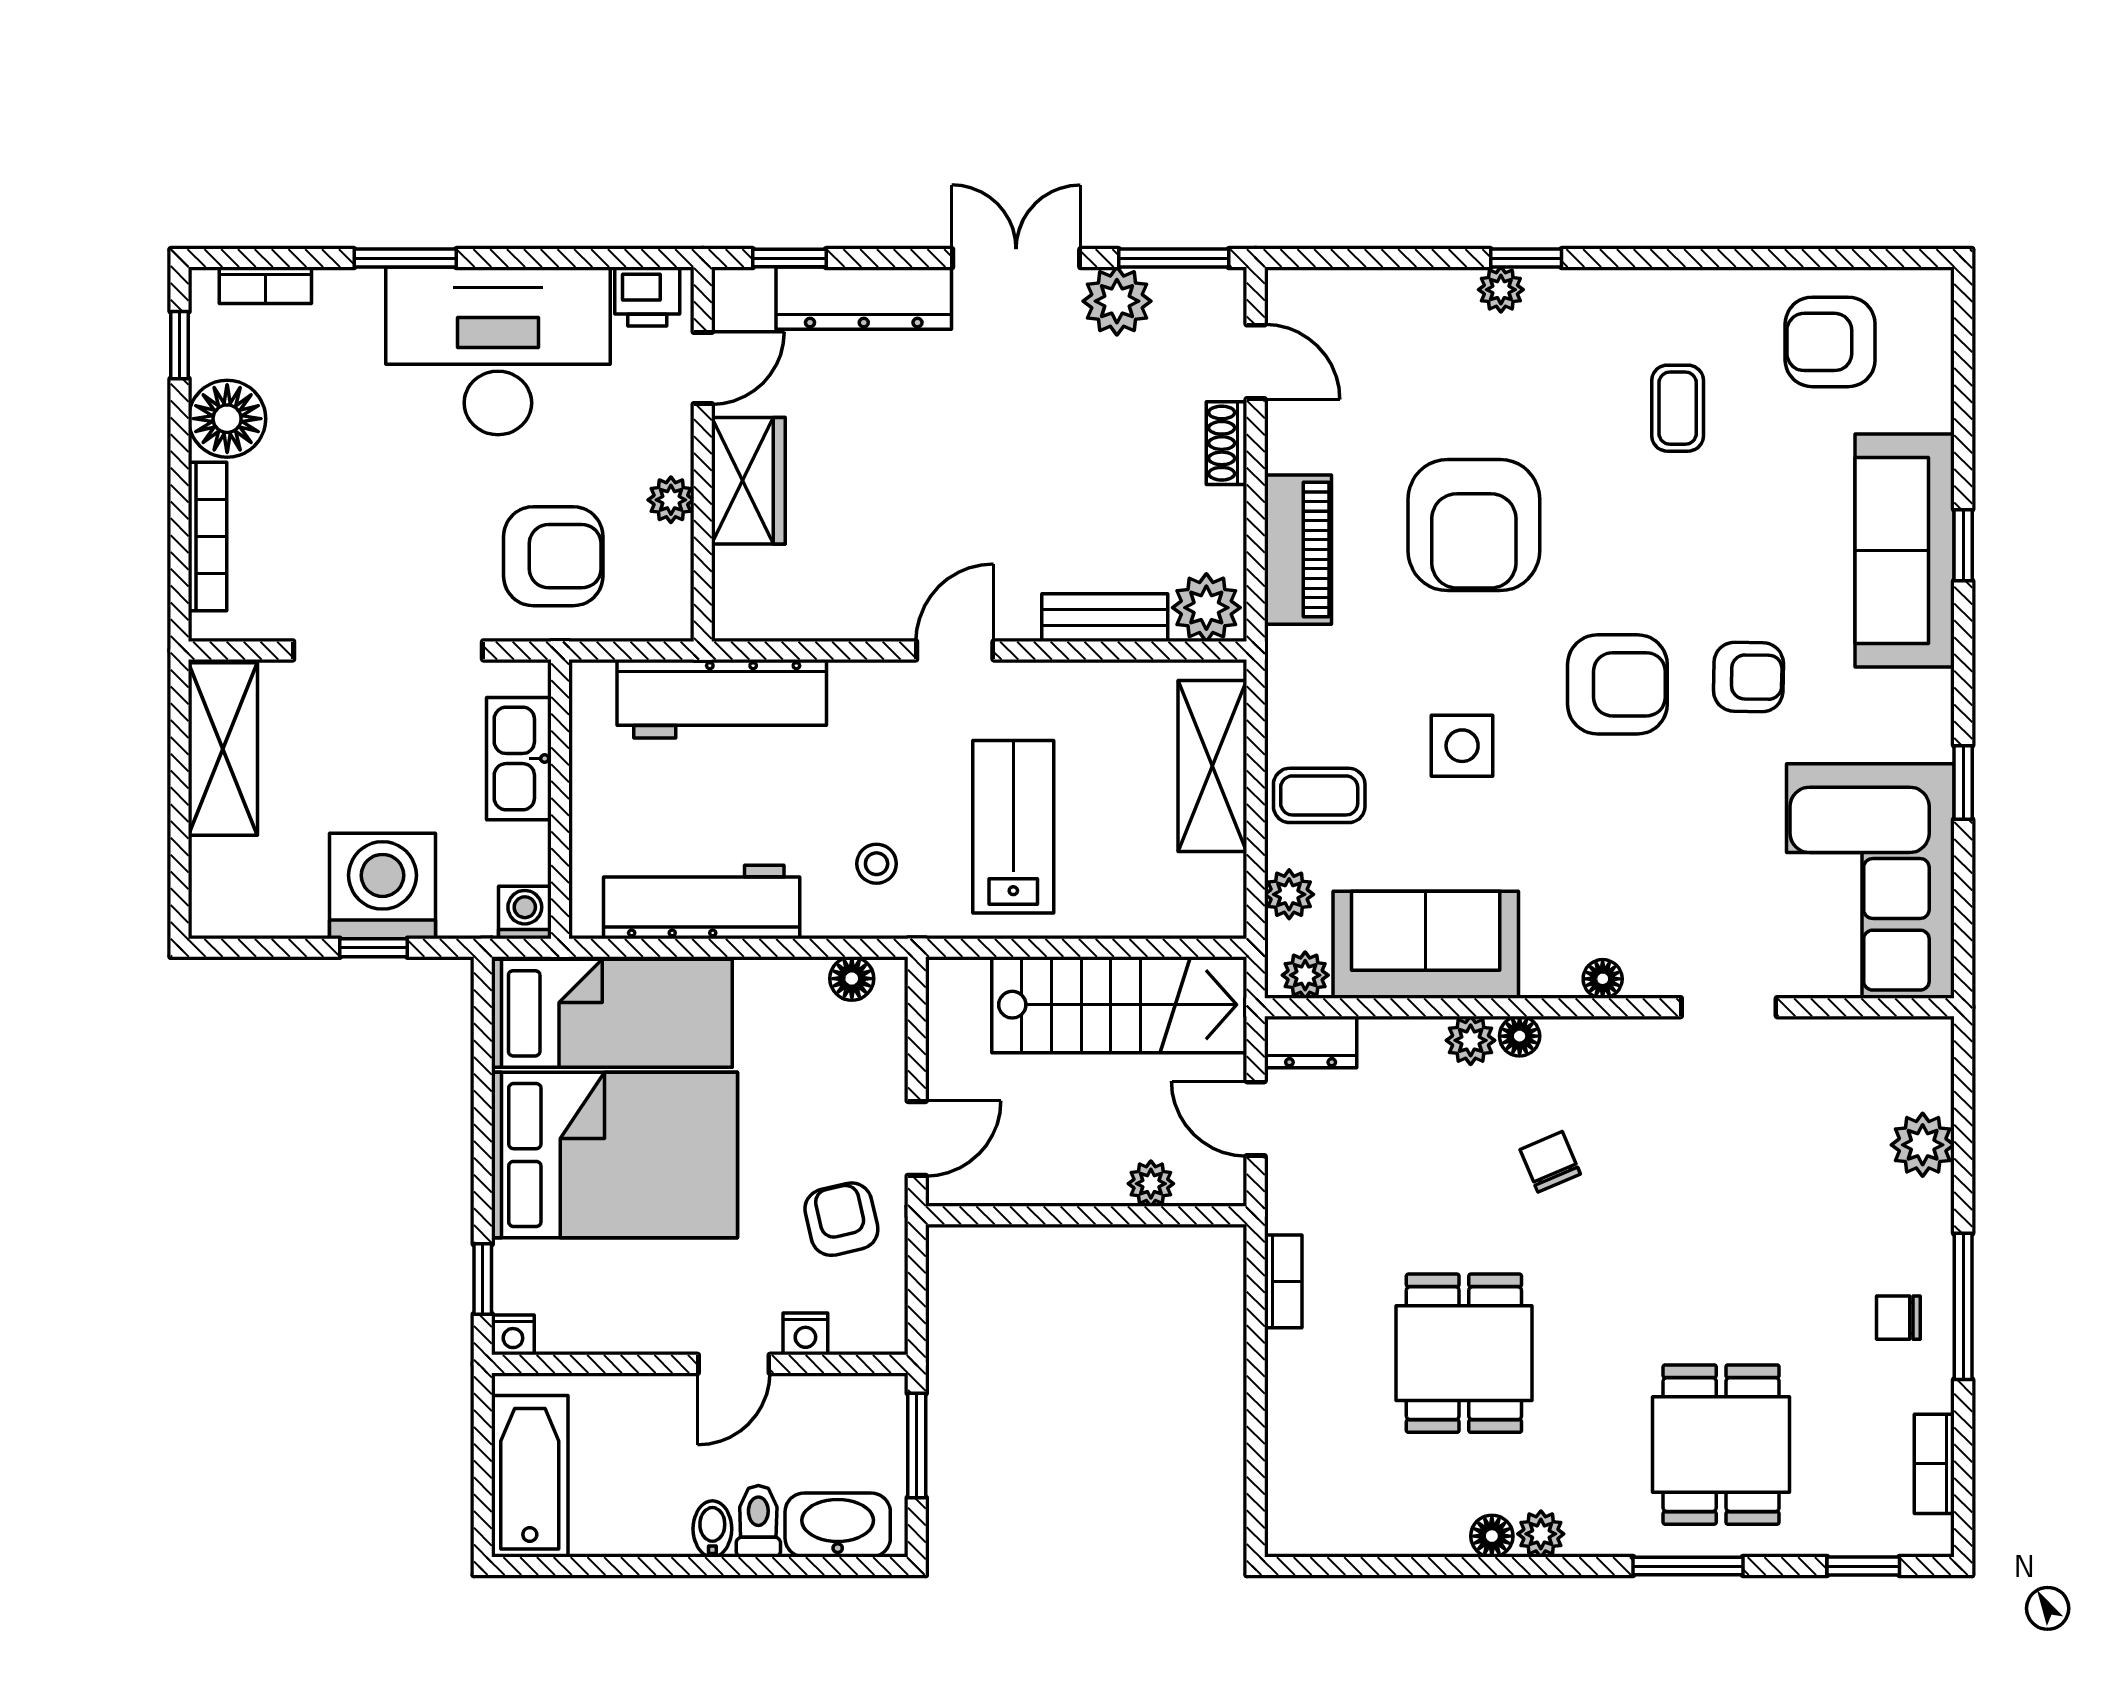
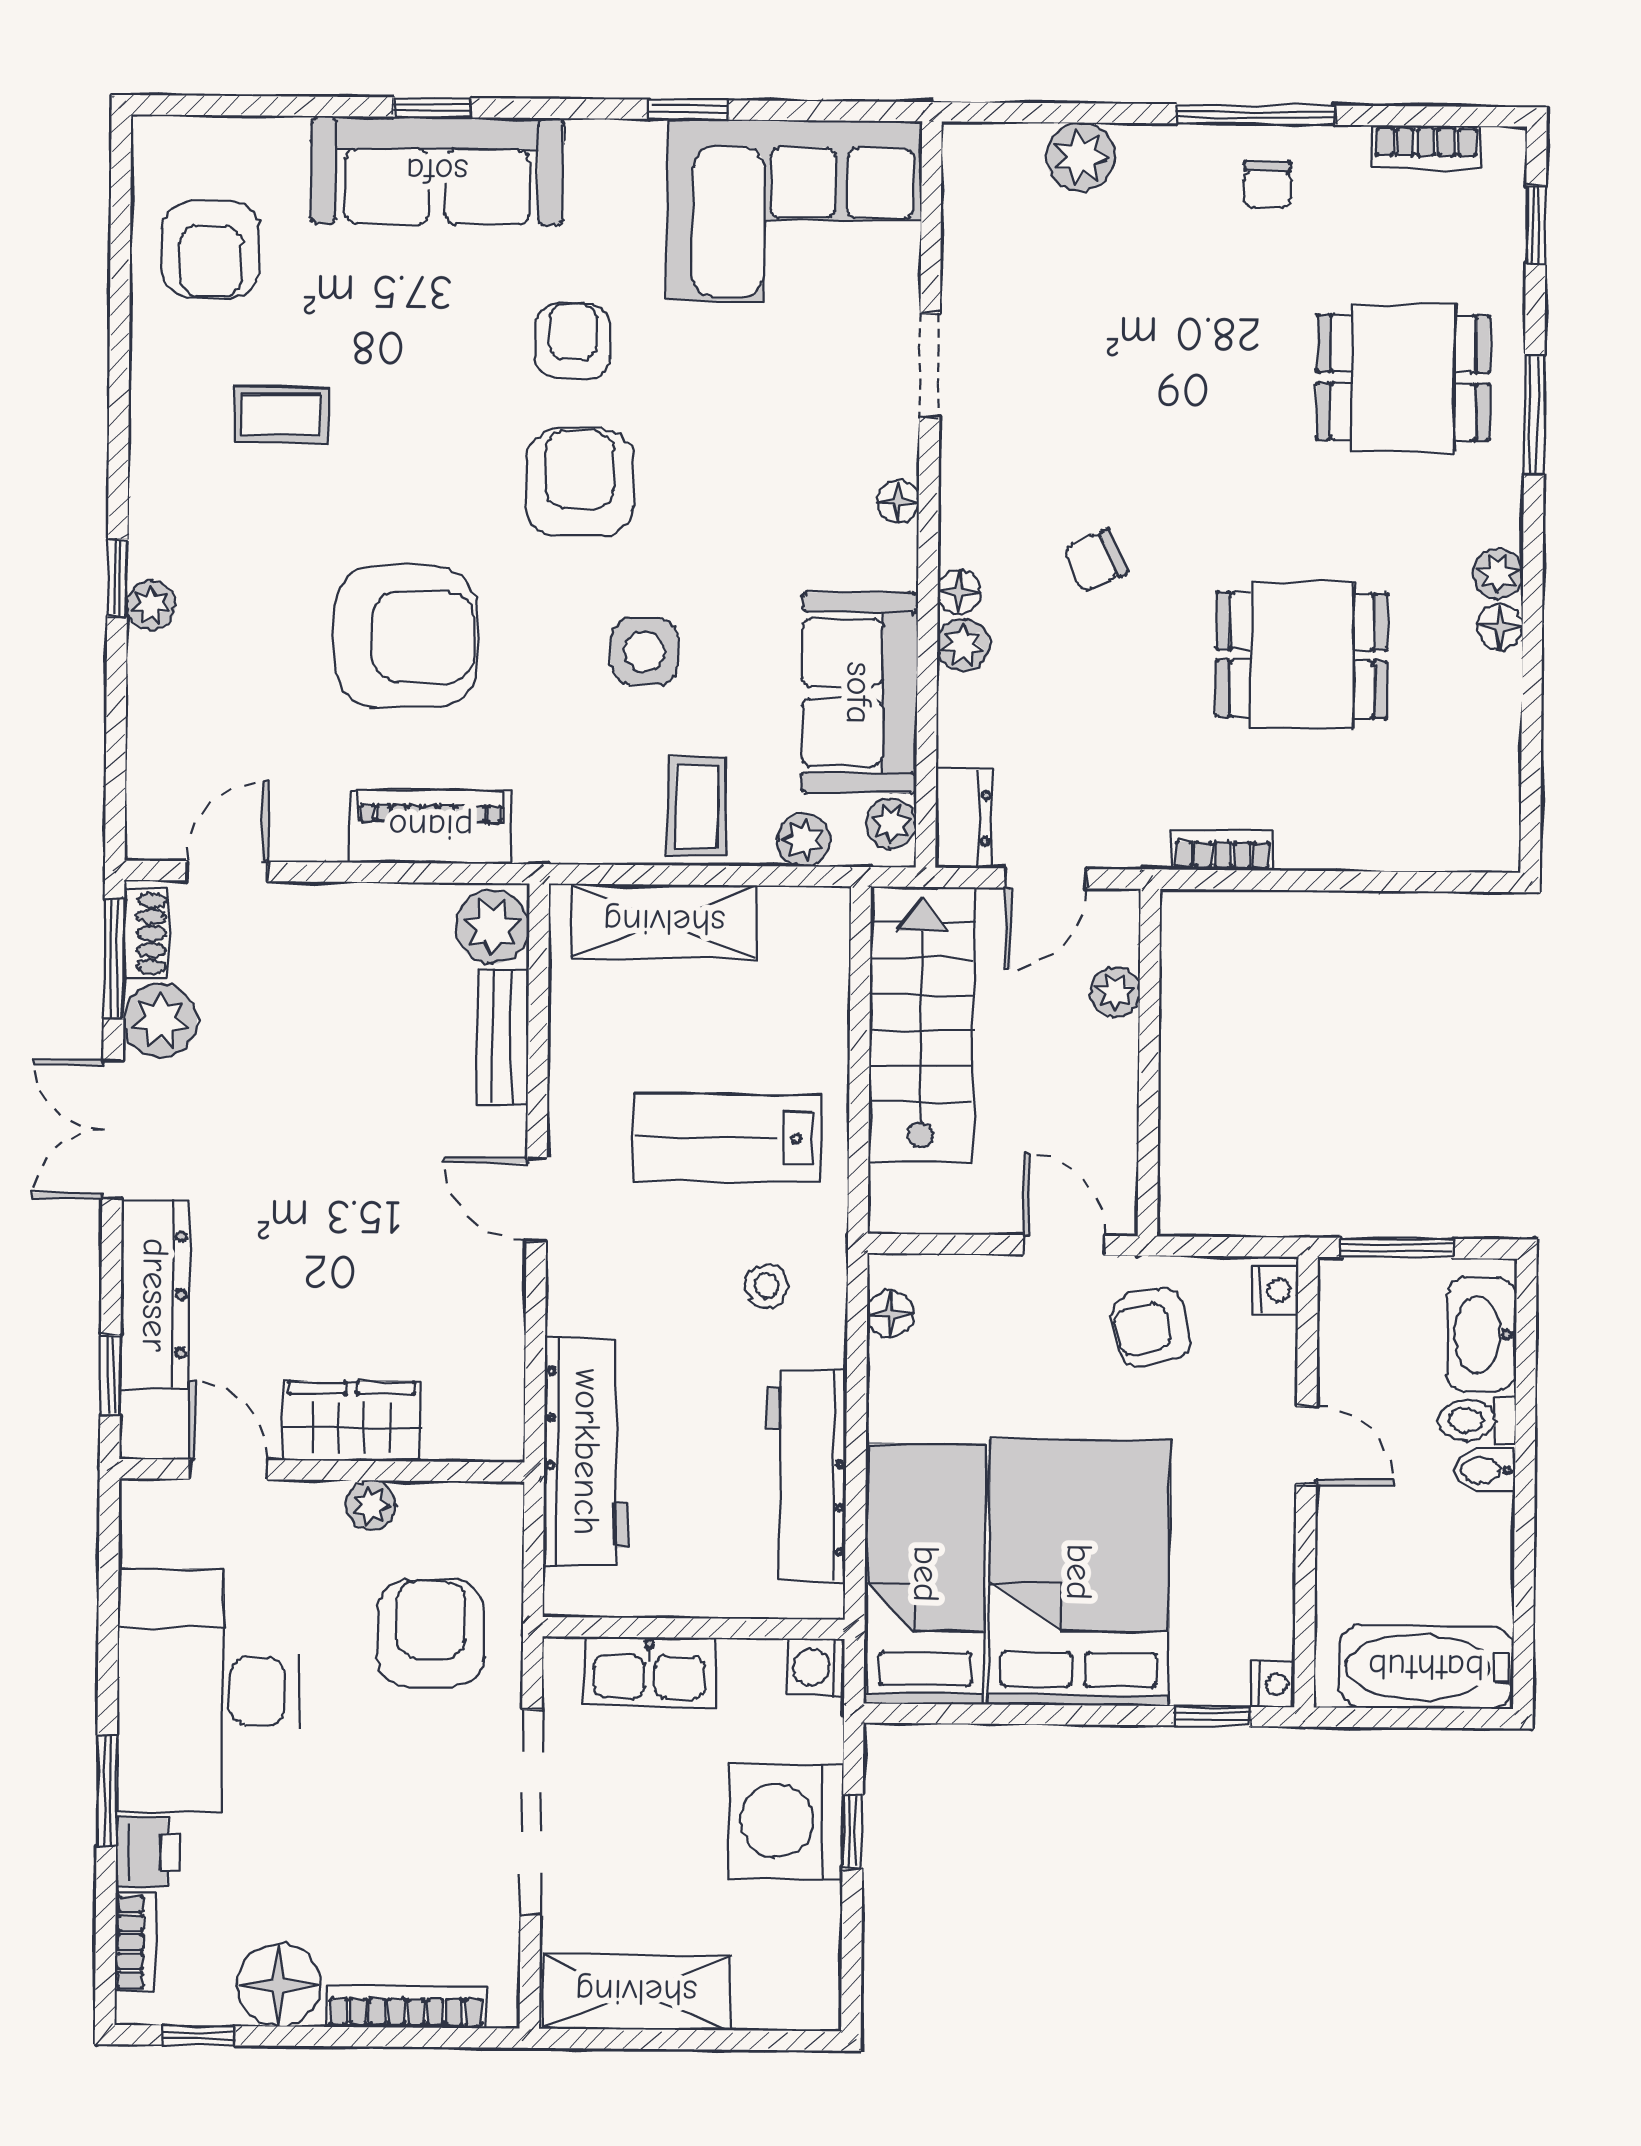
printer: (647, 297) -> (148, 1852), moved
shoe rack: (1227, 443) -> (146, 933), moved, turned -90
nightstand: (805, 1334) -> (1275, 1290), moved

